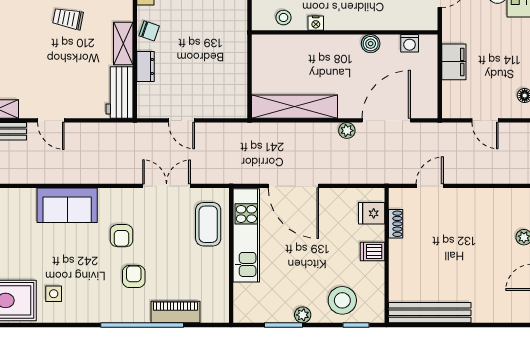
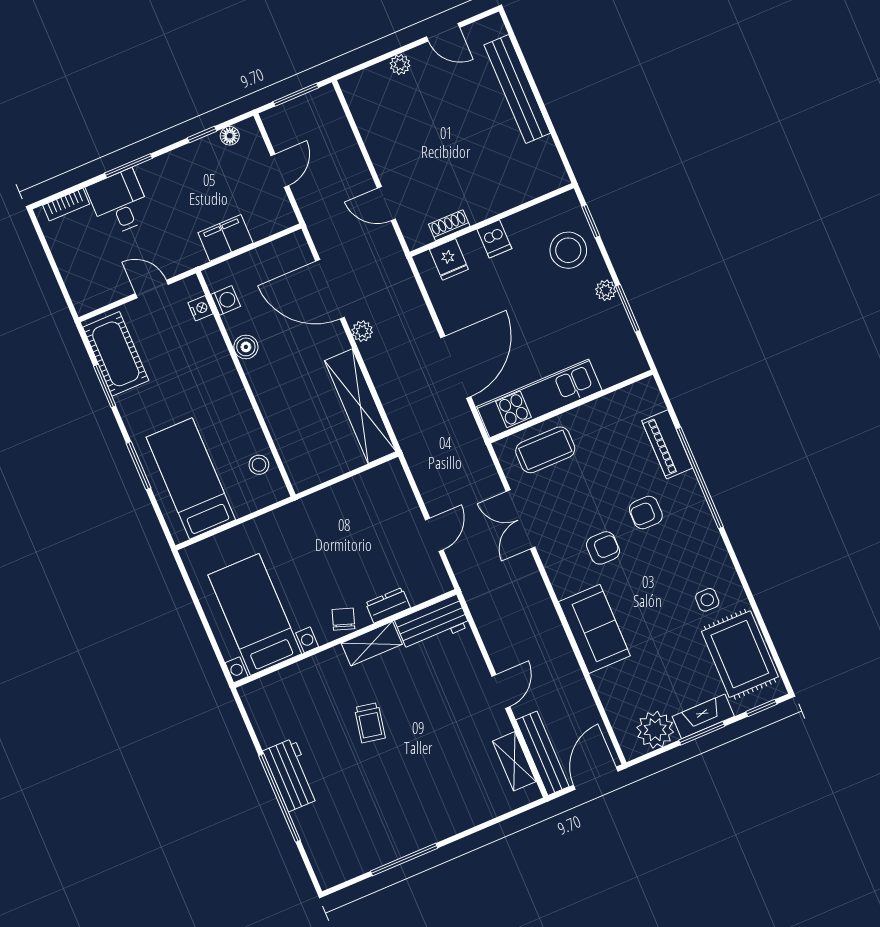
nightstand: (316, 23) -> (200, 308), moved
bench: (430, 313) -> (517, 89), moved

